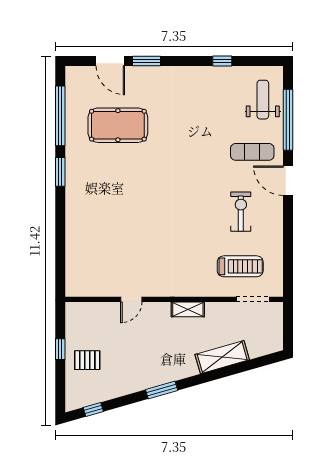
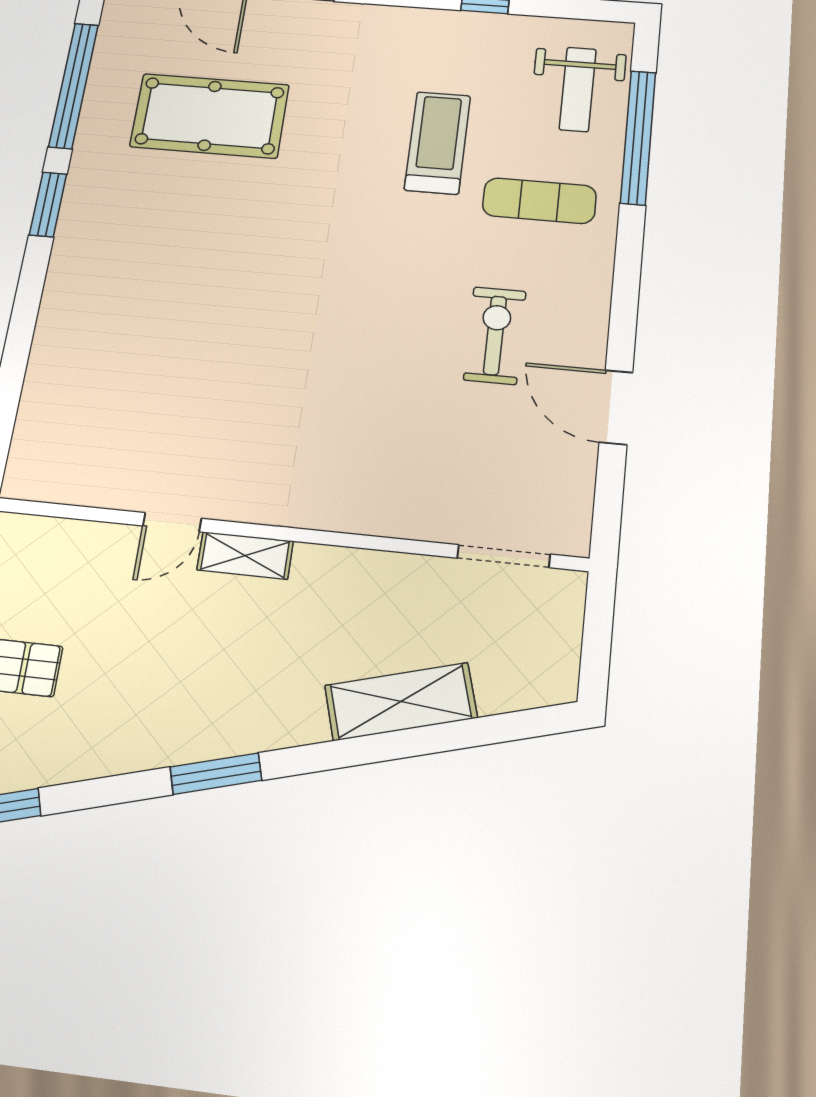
weight bench: (263, 100) -> (578, 89), turned 180
door: (288, 181) -> (616, 407), moved
treadmill: (240, 266) -> (438, 143), moved, turned -90
shelving: (188, 309) -> (245, 555), moved

